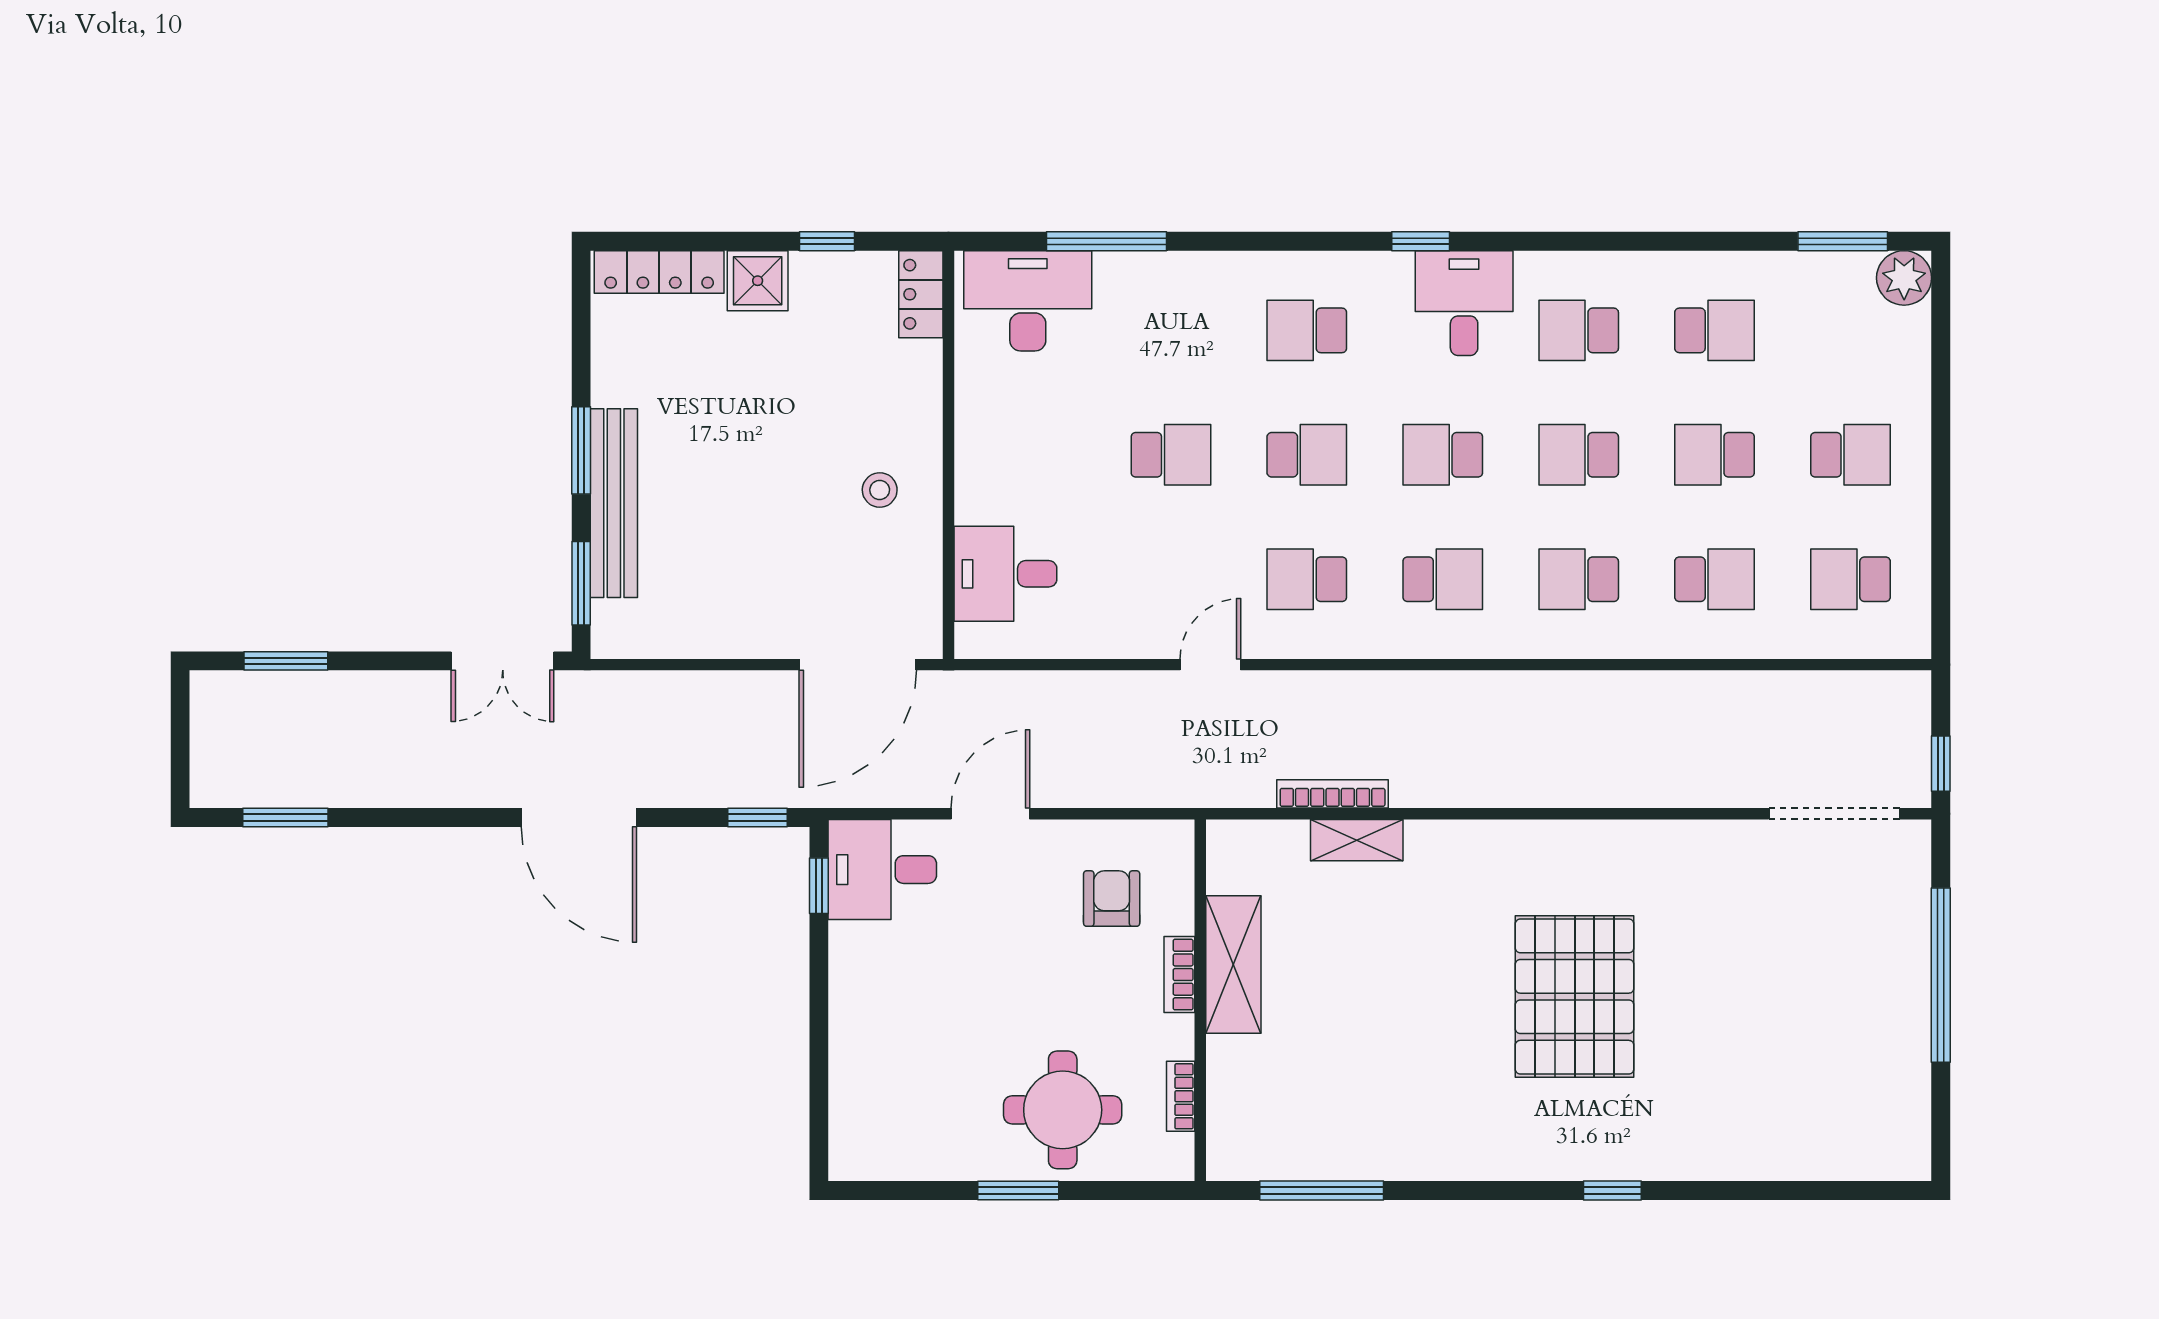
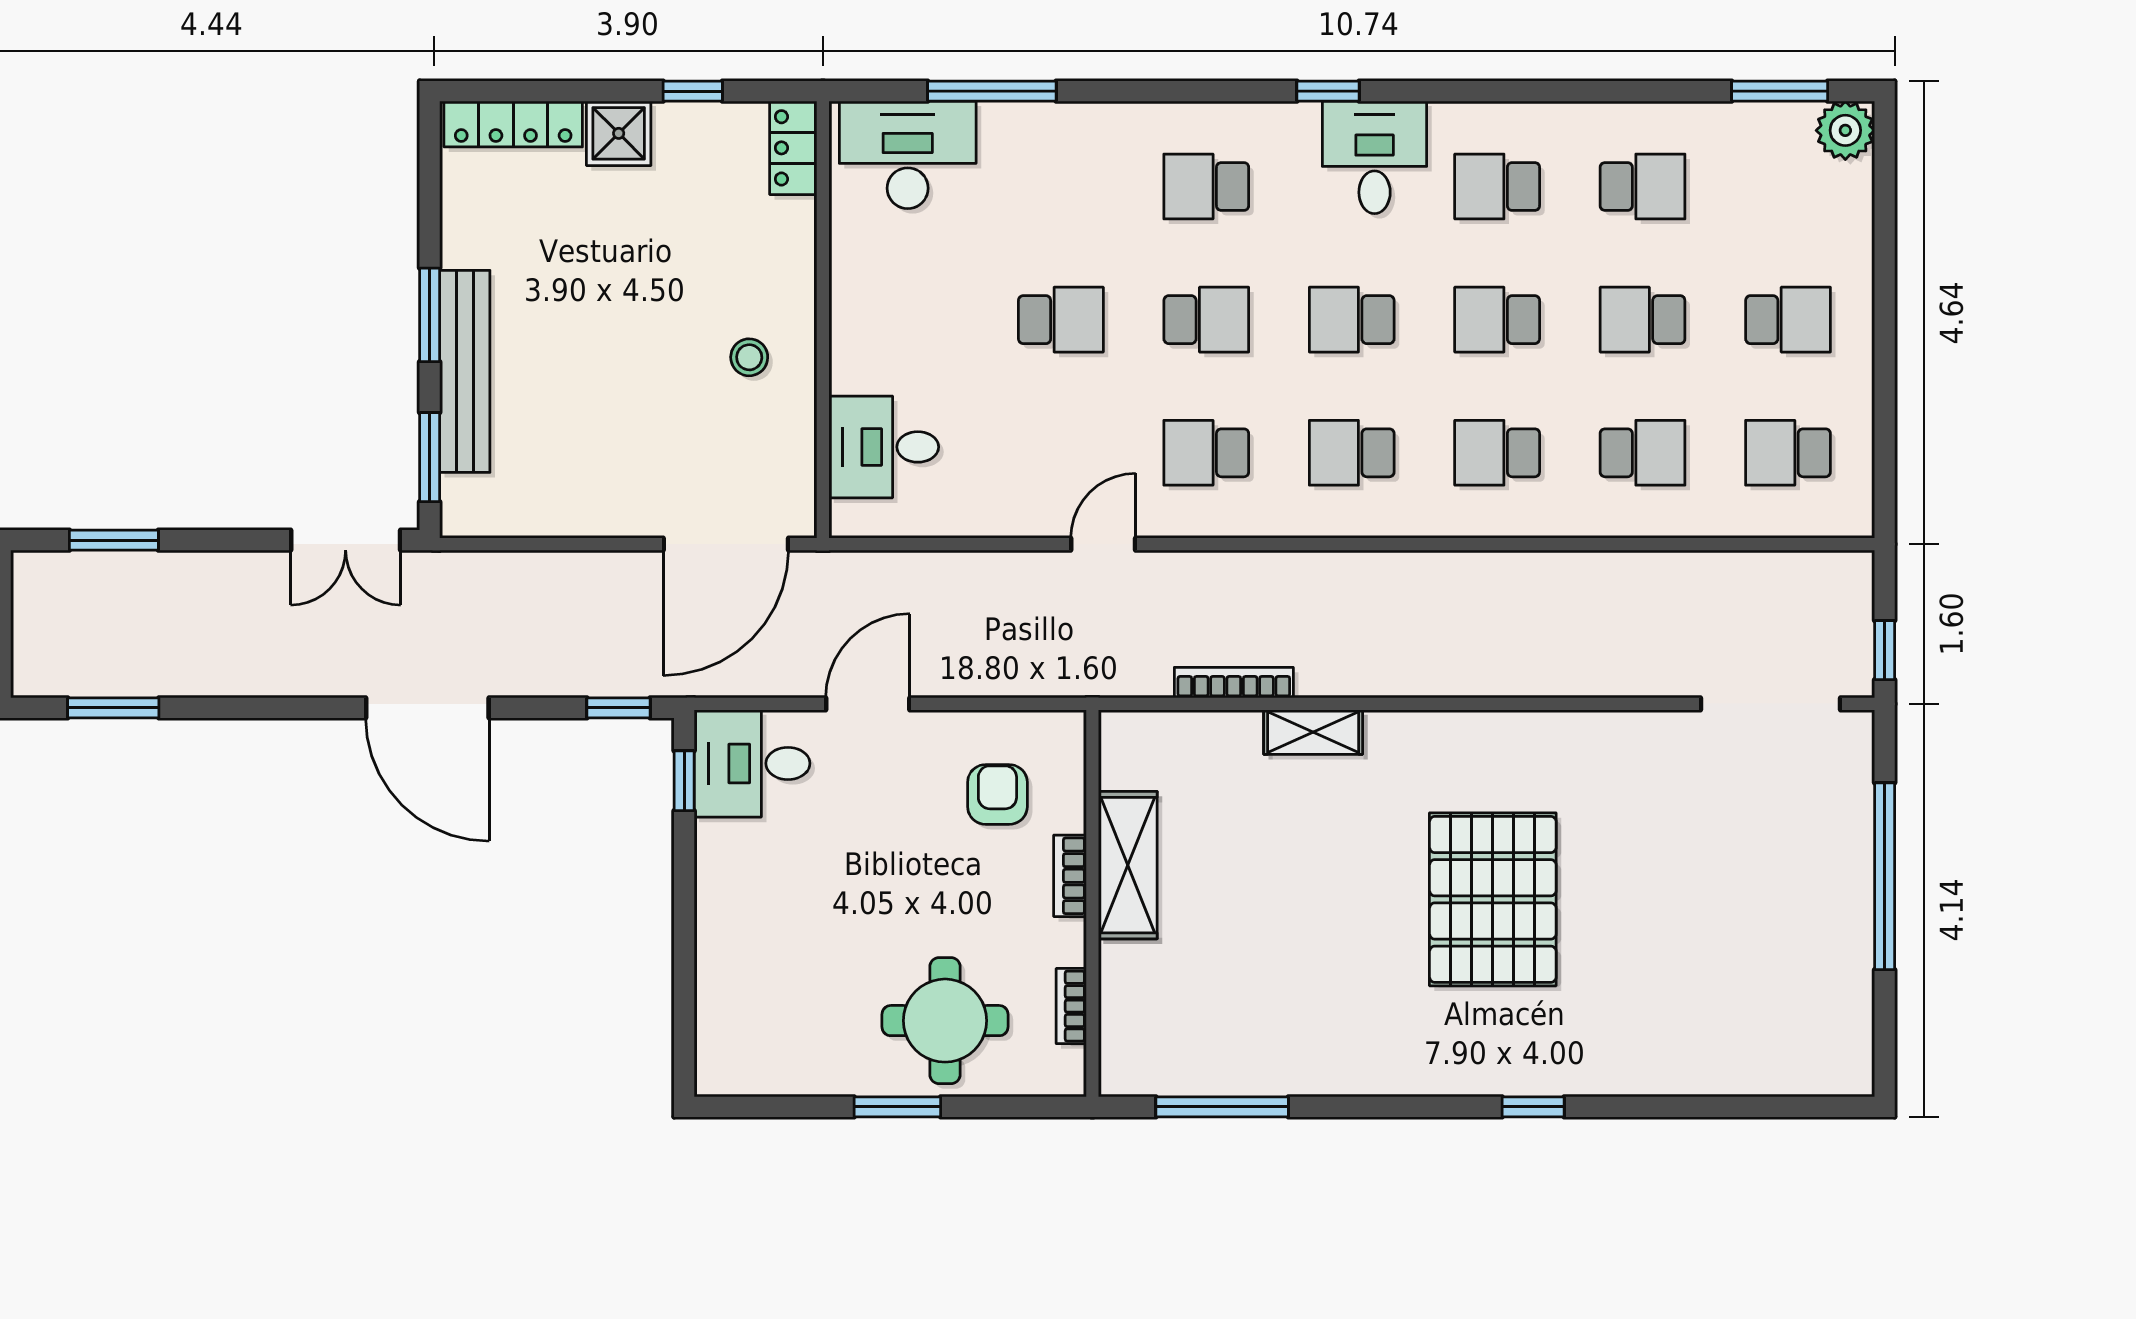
school desk: (1443, 579) -> (1352, 453), turned 180
shelving: (1357, 840) -> (1313, 732), moved

